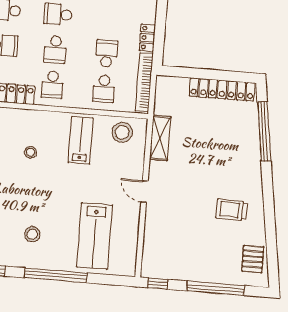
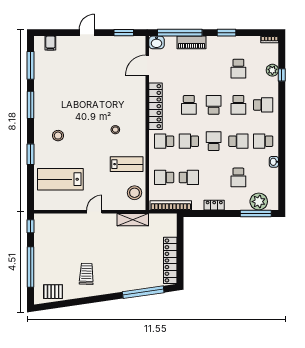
locker: (147, 38) -> (214, 205), moved
window: (56, 275) -> (31, 154), width x0.47

